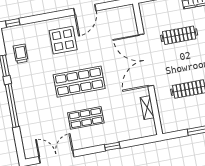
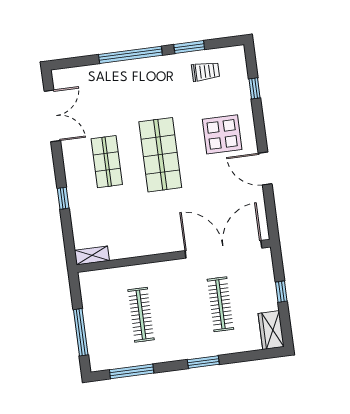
window: (13, 23) -> (254, 88), moved
double door: (146, 60) -> (223, 249), moved
shelving: (147, 108) -> (92, 255), moved

